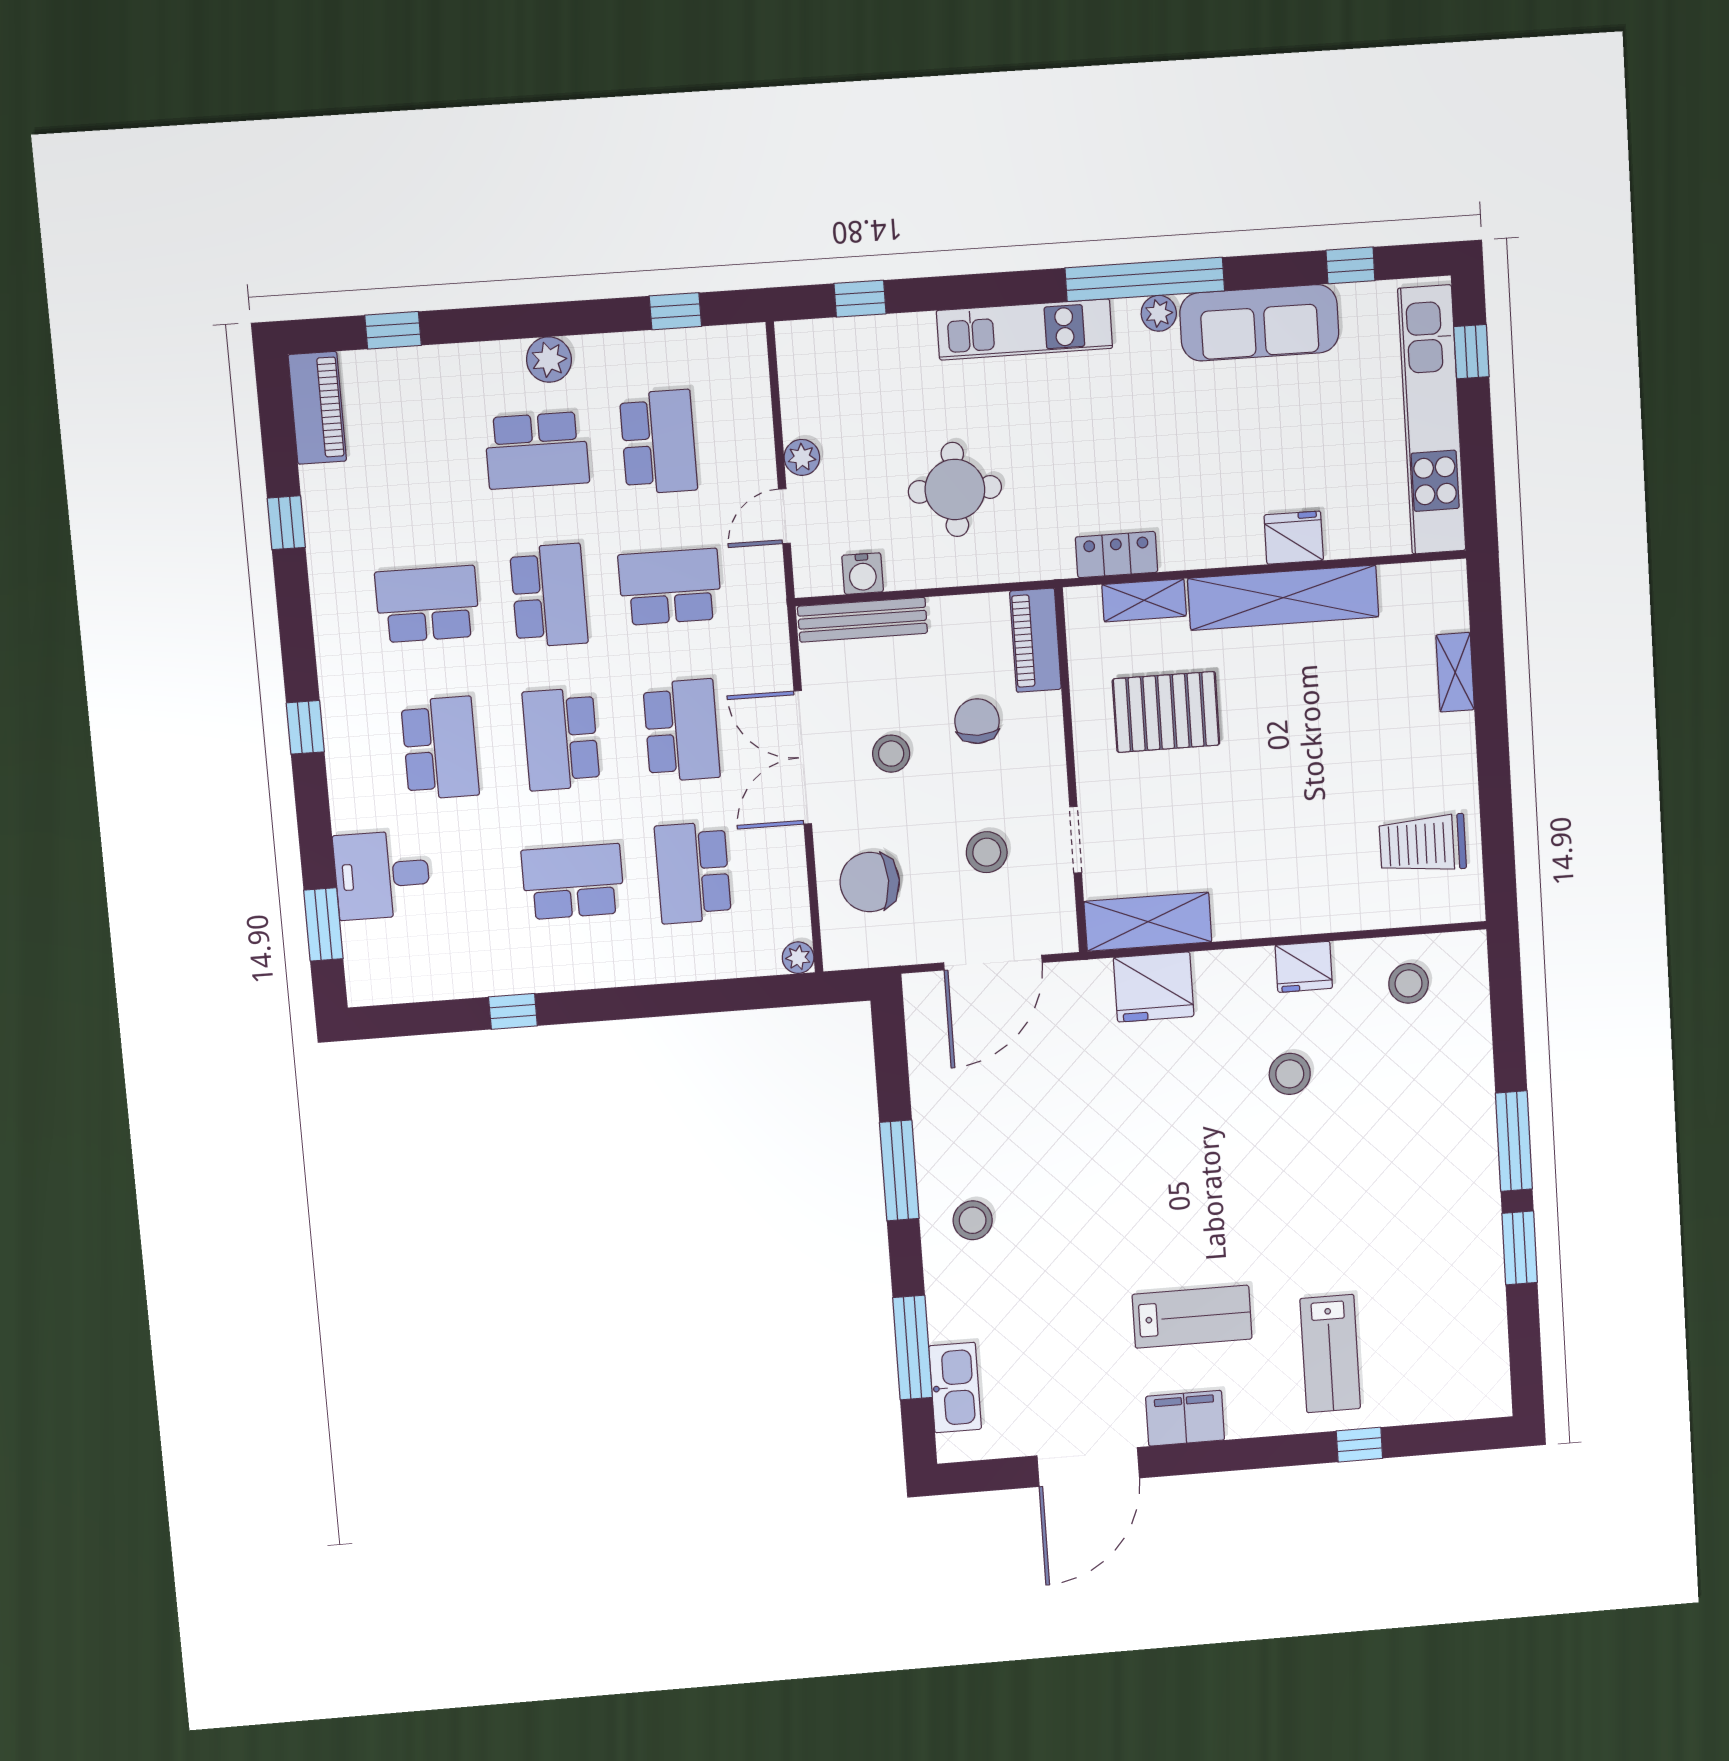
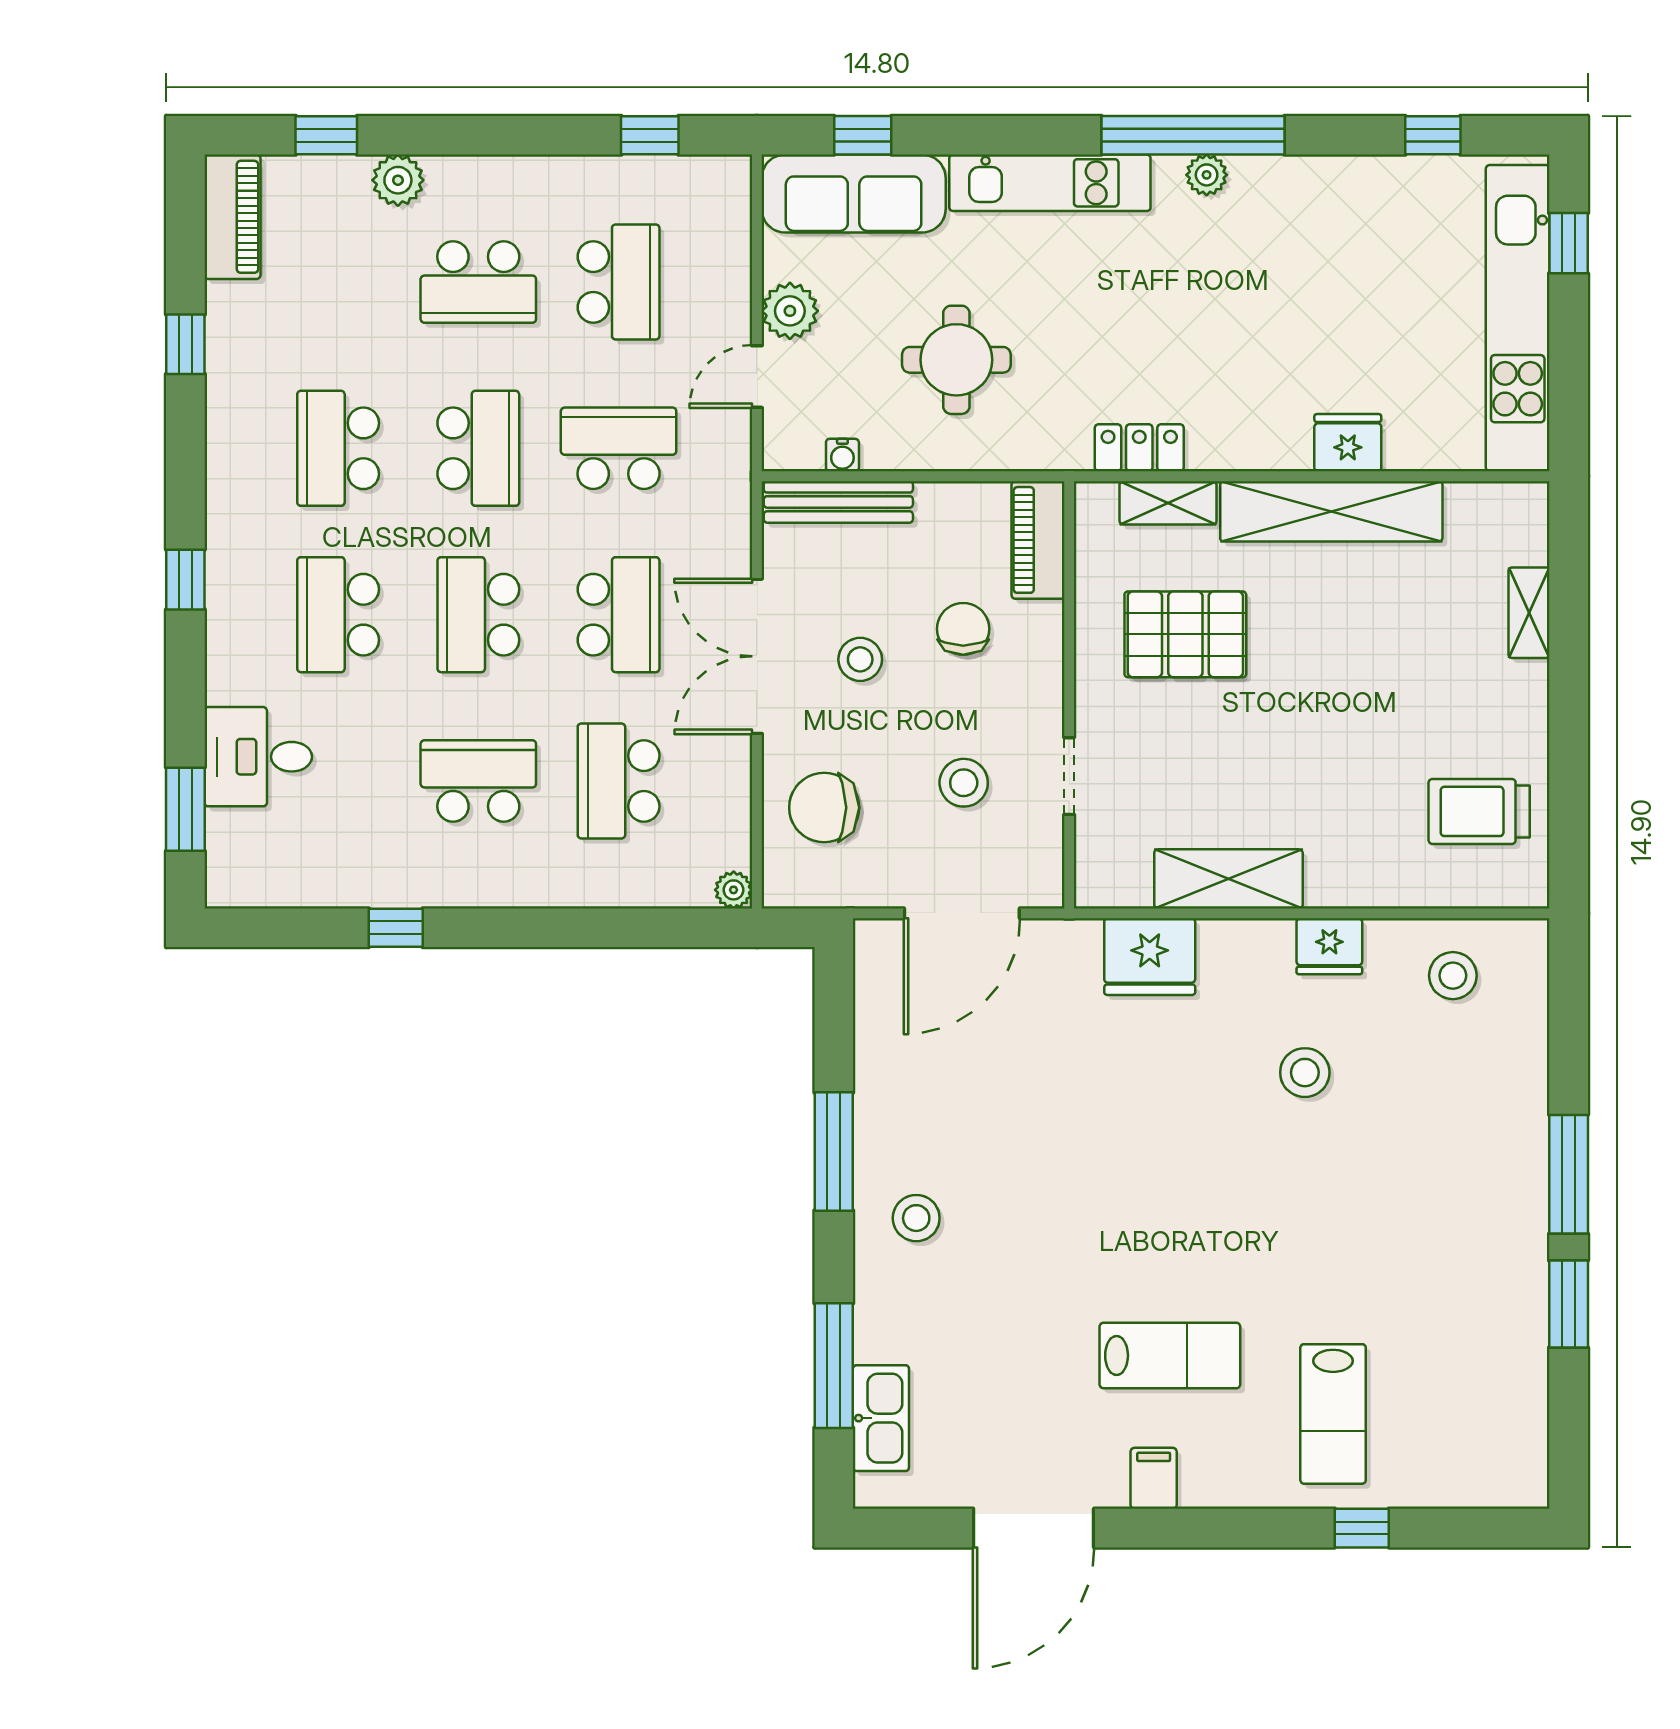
sofa: (1259, 323) -> (854, 194), moved
plant: (549, 360) -> (398, 180), moved
plant: (802, 457) -> (790, 311), width x1.38, depth x1.38
water cooler: (863, 574) -> (842, 455), width x0.72, depth x0.72
school desk: (427, 604) -> (338, 448), turned -90
school desk: (440, 748) -> (338, 615), turned 180
shelving: (1148, 922) -> (1228, 879), moved
filing cabinet: (1185, 1418) -> (1154, 1478), width x0.50

